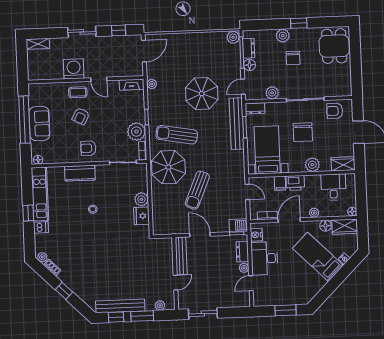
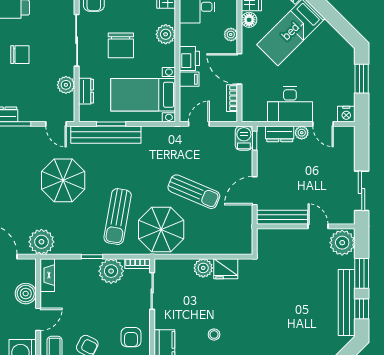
floor lamp: (249, 65) -> (27, 114), removed
boiler: (117, 69) -> (26, 294), added
plant: (152, 84) -> (41, 242), width x1.87, depth x1.87
dresser: (255, 108) -> (86, 91), moved
chair: (303, 132) -> (121, 45), turned 90
nightstand: (256, 235) -> (346, 114), moved
plant: (160, 305) -> (342, 243), width x1.87, depth x1.87

